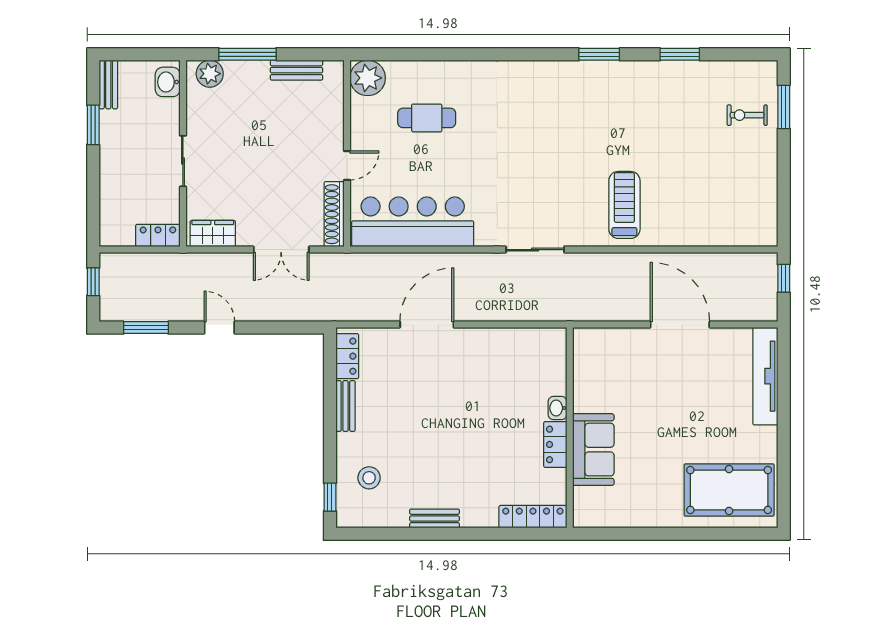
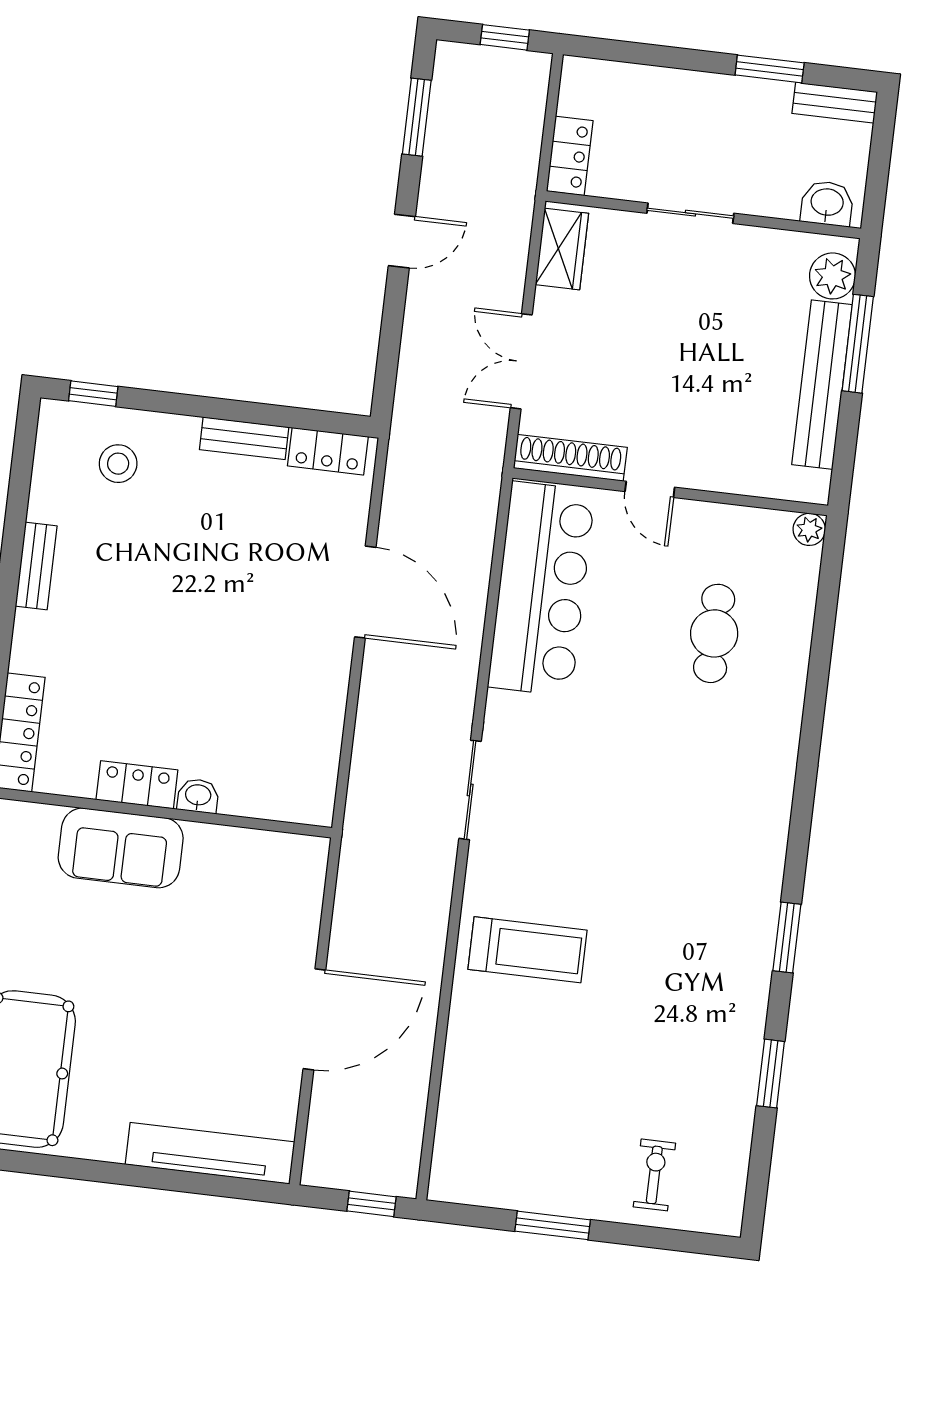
bench: (296, 70) -> (822, 385), width x1.86, depth x1.21
plant: (368, 78) -> (809, 529), width x0.53, depth x0.53
window: (784, 107) -> (553, 1225), moved

